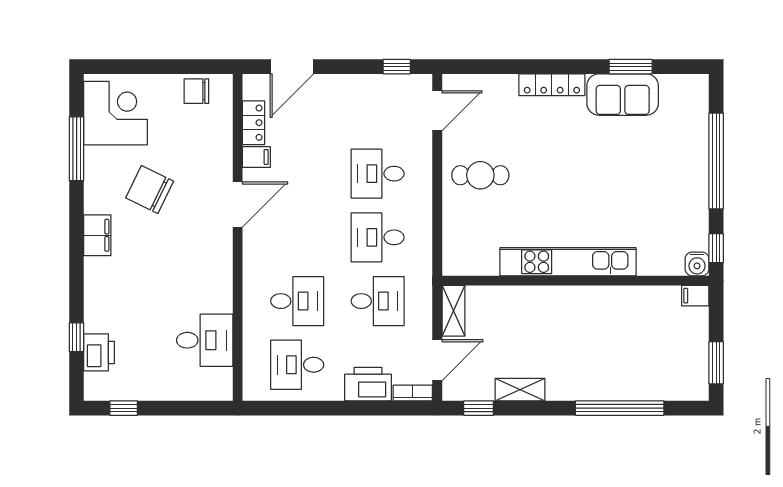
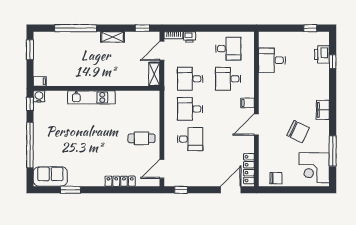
locker: (552, 85) -> (120, 181), moved
sofa: (623, 95) -> (50, 177), moved
locker: (254, 123) -> (249, 169), width x1.53
filing cabinet: (256, 157) -> (248, 103), moved
desk: (378, 237) -> (190, 109), turned 180
kitchen unit: (568, 262) -> (91, 97), width x0.73
printer: (368, 384) -> (190, 37), width x0.53, depth x0.68
shelving: (520, 390) -> (113, 37), moved

